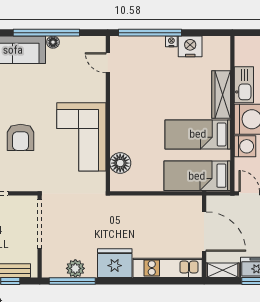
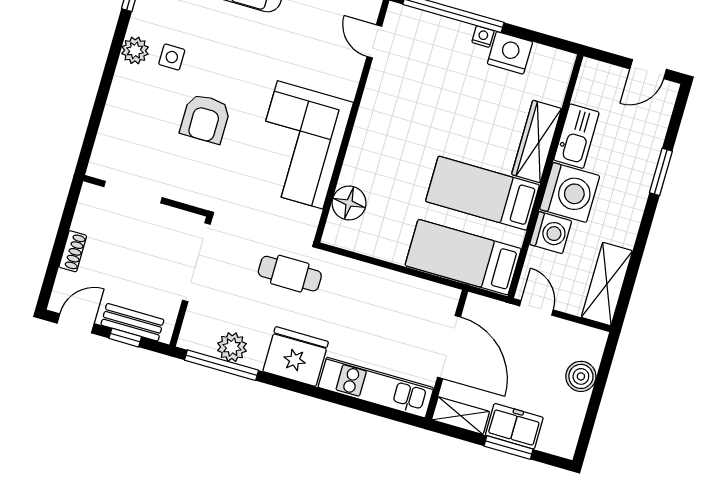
cafe table: (97, 215) -> (290, 274), added

